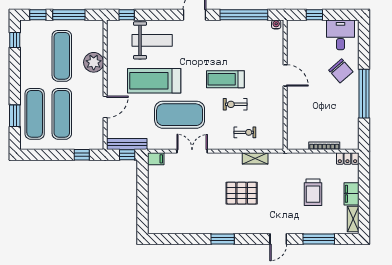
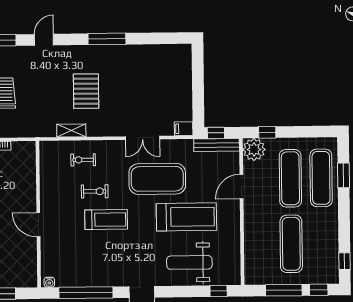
plant: (94, 62) -> (254, 149), moved
pallet: (242, 193) -> (86, 91), turned 90
window: (223, 239) -> (107, 39), width x1.44

